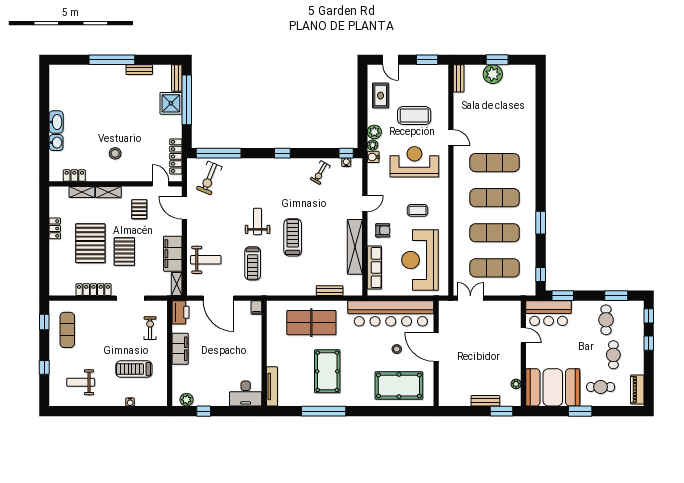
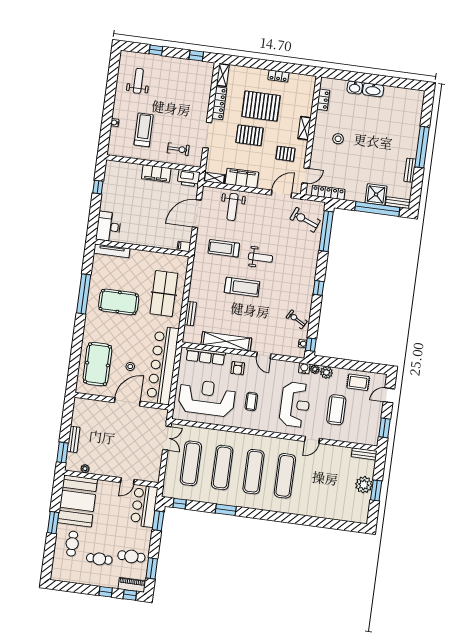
shelving: (82, 192) -> (223, 75), moved
exercise mat: (67, 330) -> (186, 75), removed
piano: (637, 390) -> (132, 585), moved
plant: (187, 400) -> (110, 173), removed

